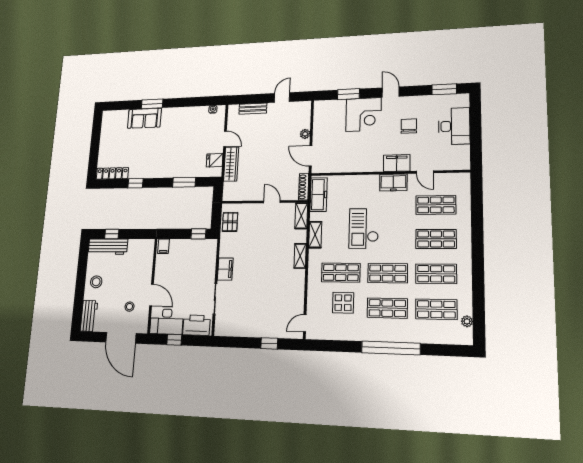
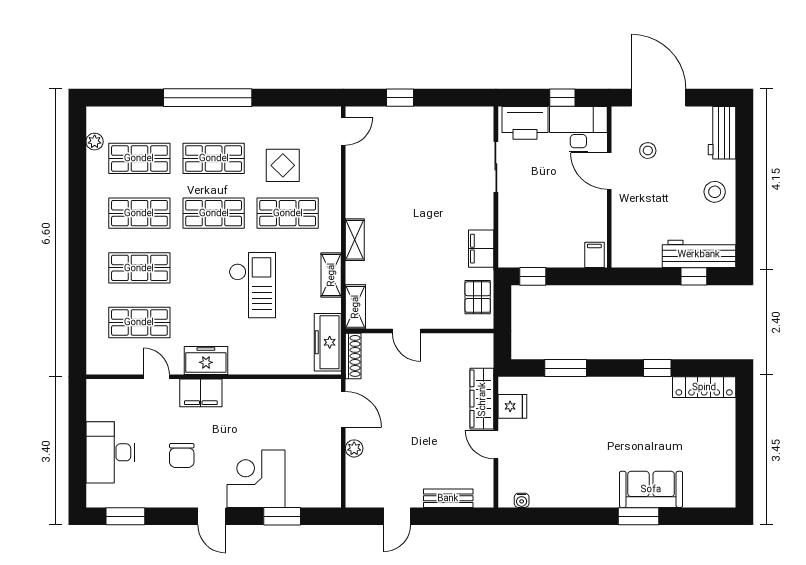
filing cabinet: (225, 269) -> (481, 249), moved

